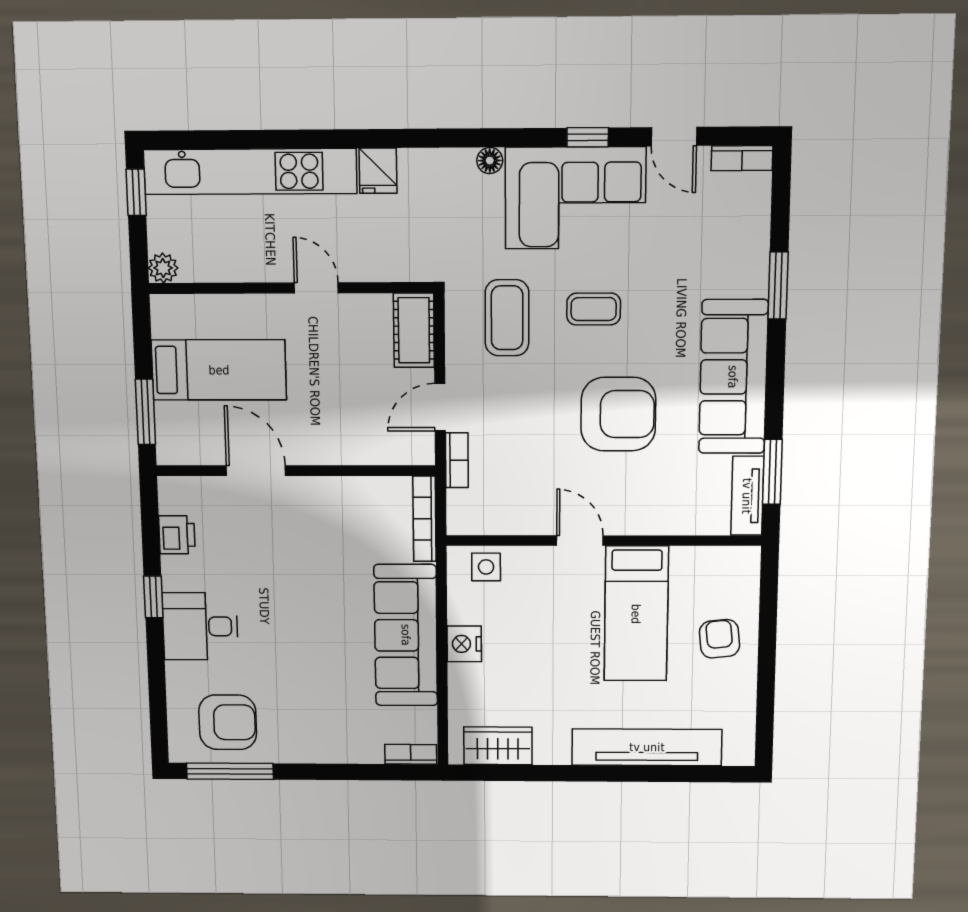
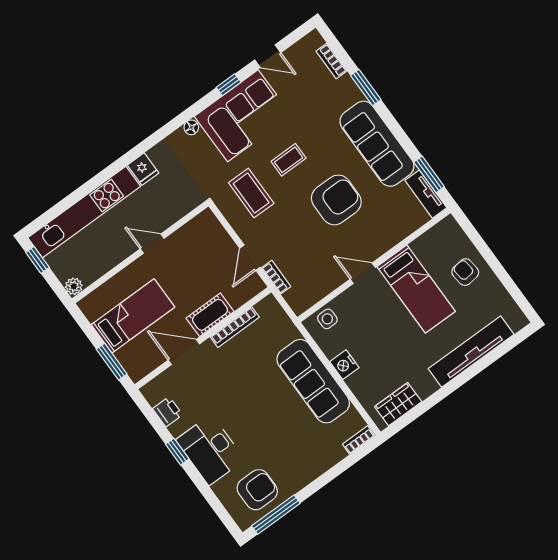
bookcase: (742, 158) -> (331, 61), moved, turned 90
cot: (414, 330) -> (210, 315), moved, turned 90
bookcase: (425, 519) -> (235, 327), moved, turned -90
desk: (200, 626) -> (210, 450), width x1.37

